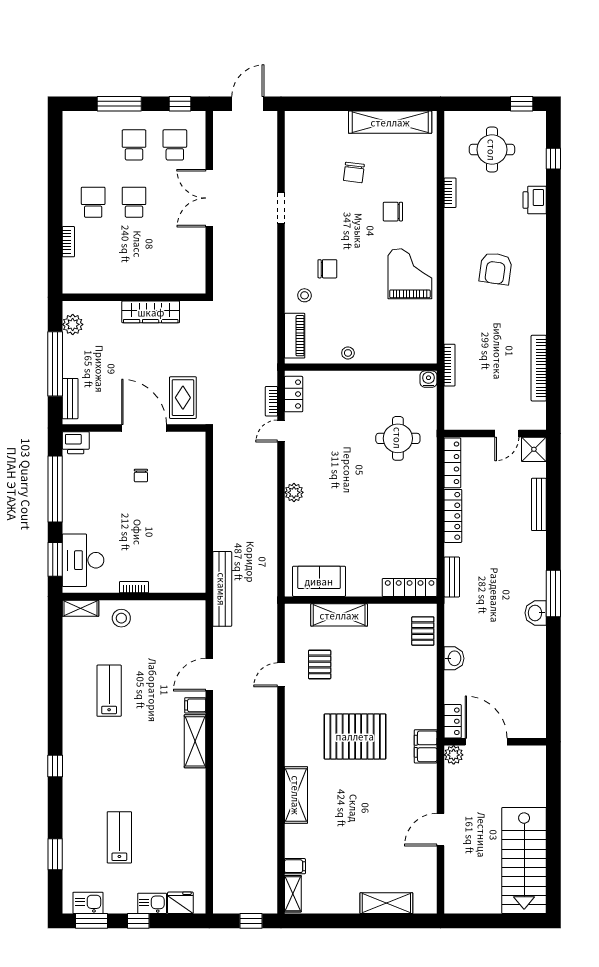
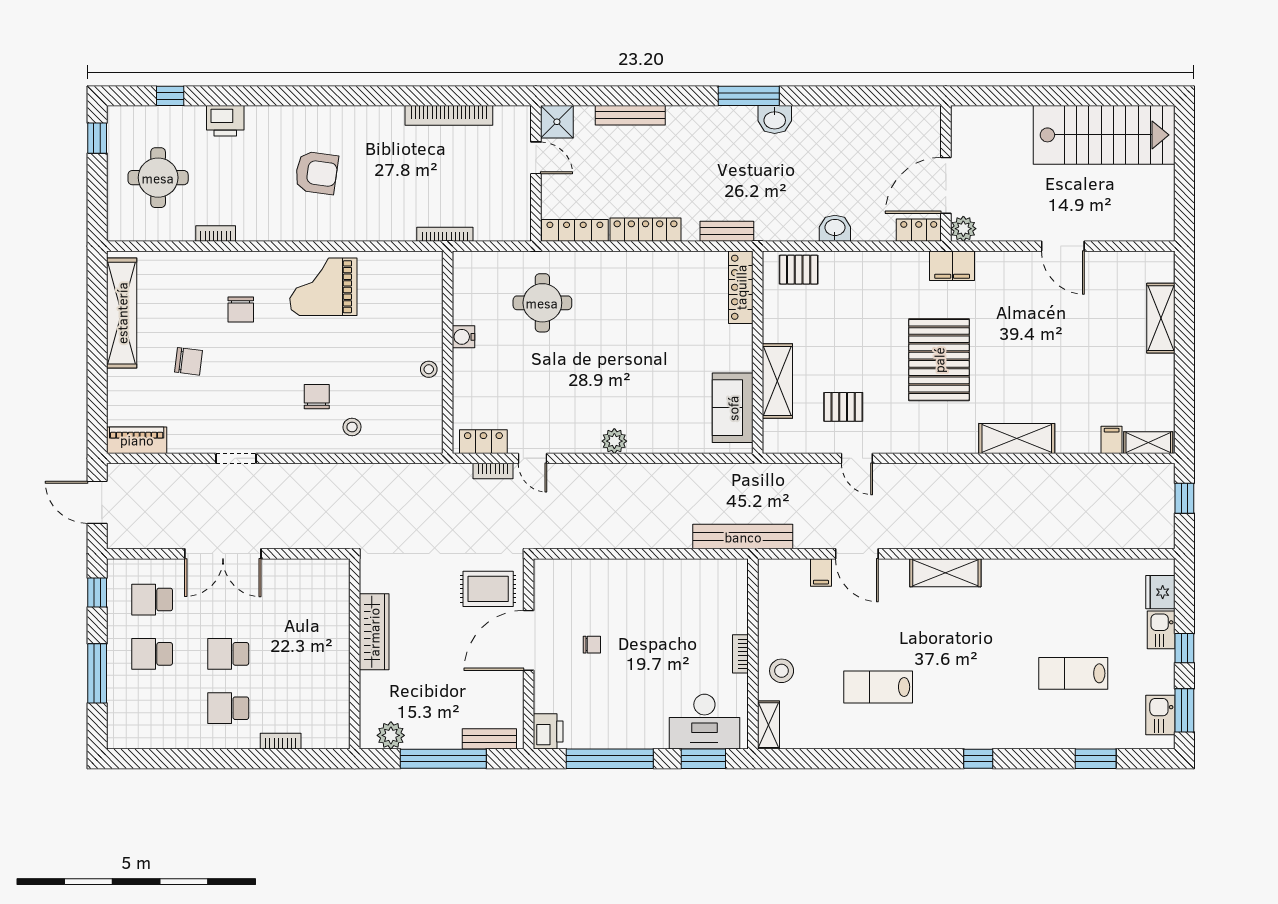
piano: (295, 336) -> (137, 440), moved
water cooler: (429, 379) -> (463, 337), moved
filing cabinet: (195, 705) -> (821, 572), moved

